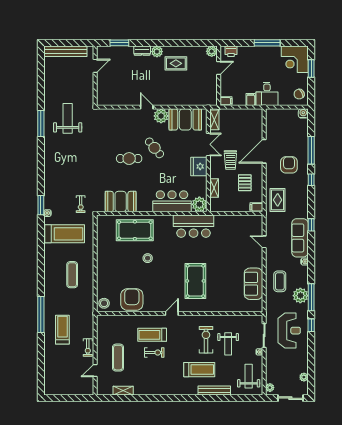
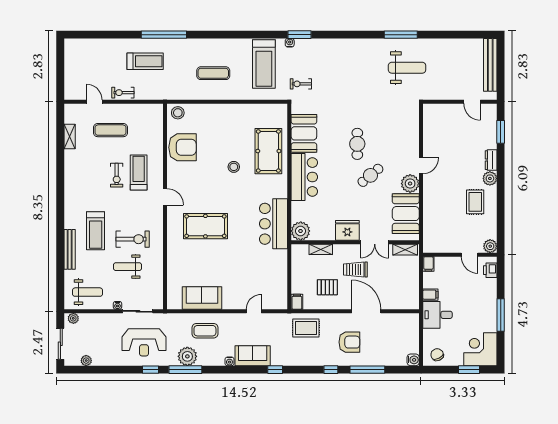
bar counter: (172, 201) -> (304, 177), moved
sofa: (300, 238) -> (253, 356), width x0.73

